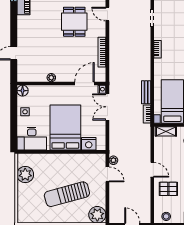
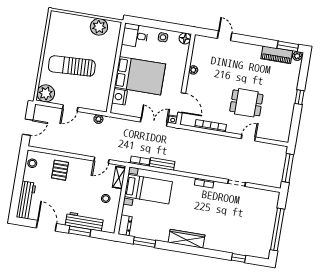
desk: (32, 139) -> (135, 36), width x0.73
door: (152, 170) -> (101, 160), moved
door: (107, 174) -> (70, 108), moved
sun lounger: (67, 194) -> (72, 66), turned -78

